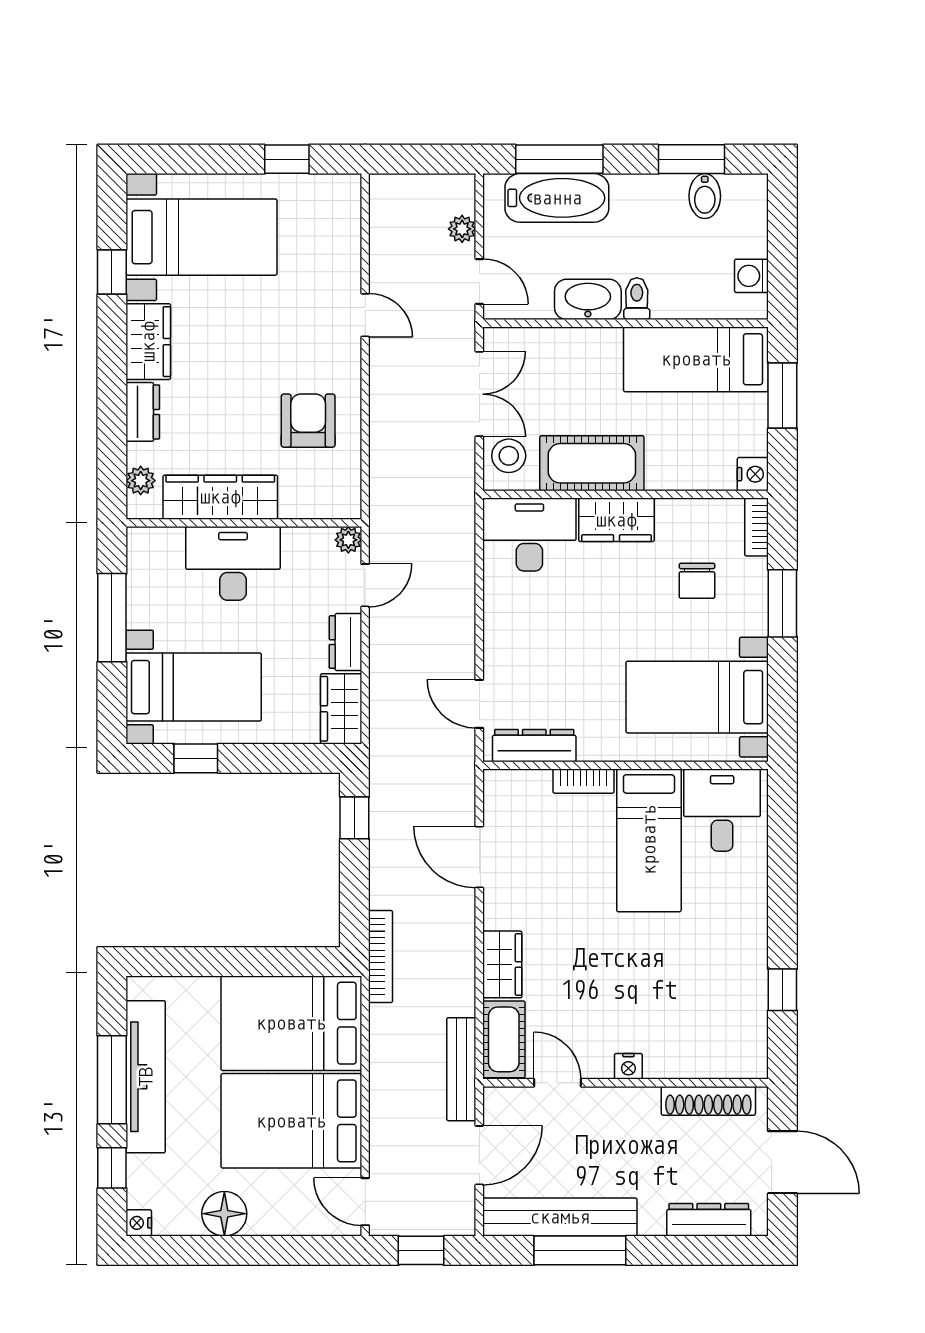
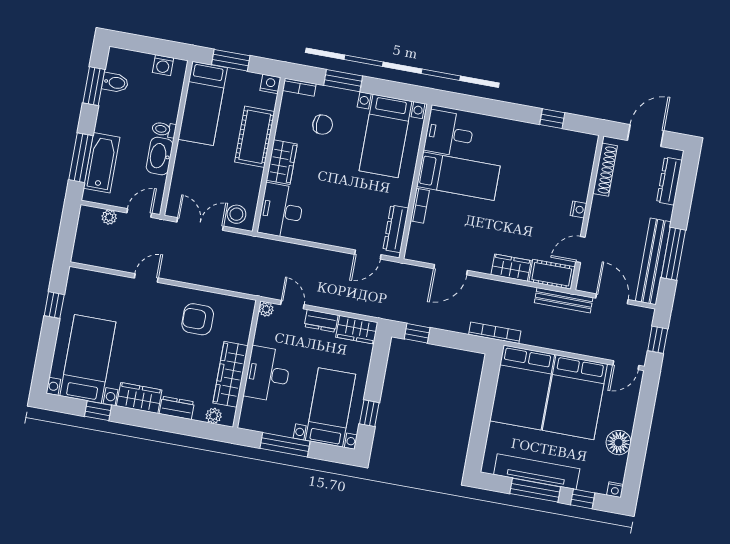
cot: (592, 463) -> (255, 137), moved

